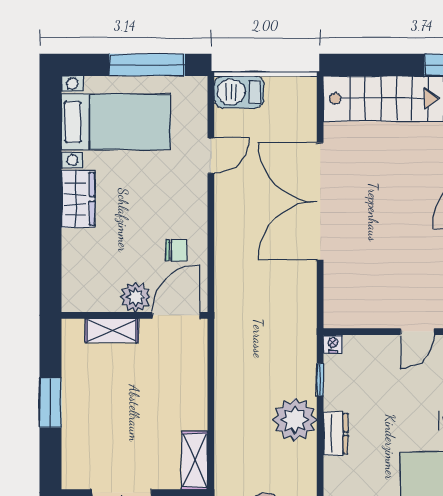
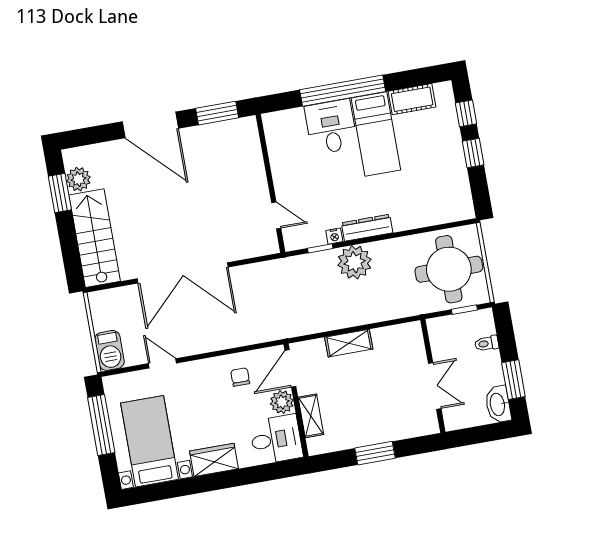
desk: (90, 281) -> (276, 439), added
door: (176, 315) -> (290, 368), hinge flipped
door: (417, 332) -> (276, 215), moved
nightstand: (333, 344) -> (334, 236), moved, turned -90
dresser: (336, 434) -> (367, 228), width x1.44
shelving: (195, 461) -> (349, 343), moved

